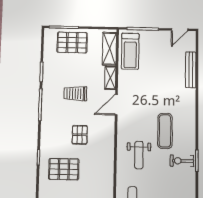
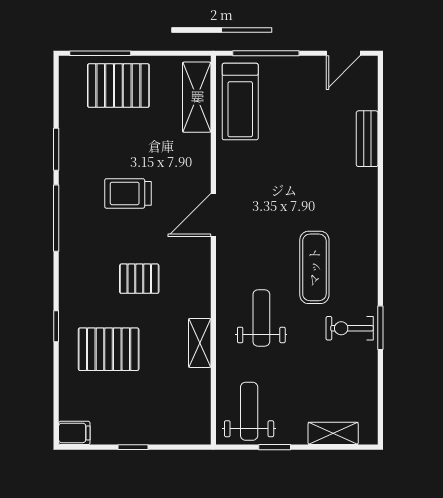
bench: (191, 70) -> (367, 139), width x0.73
shelving: (110, 78) -> (200, 343), moved
pallet: (80, 135) -> (139, 279), turned 90
weight bench: (139, 155) -> (261, 318), turned 180

